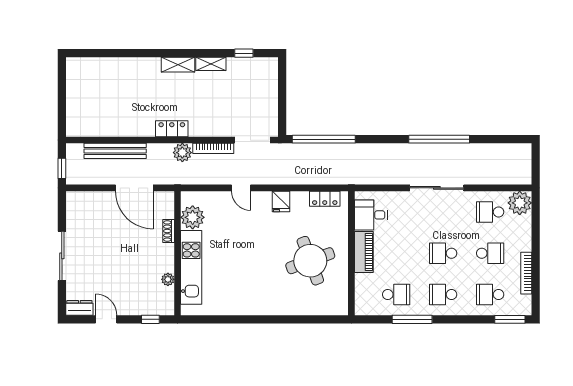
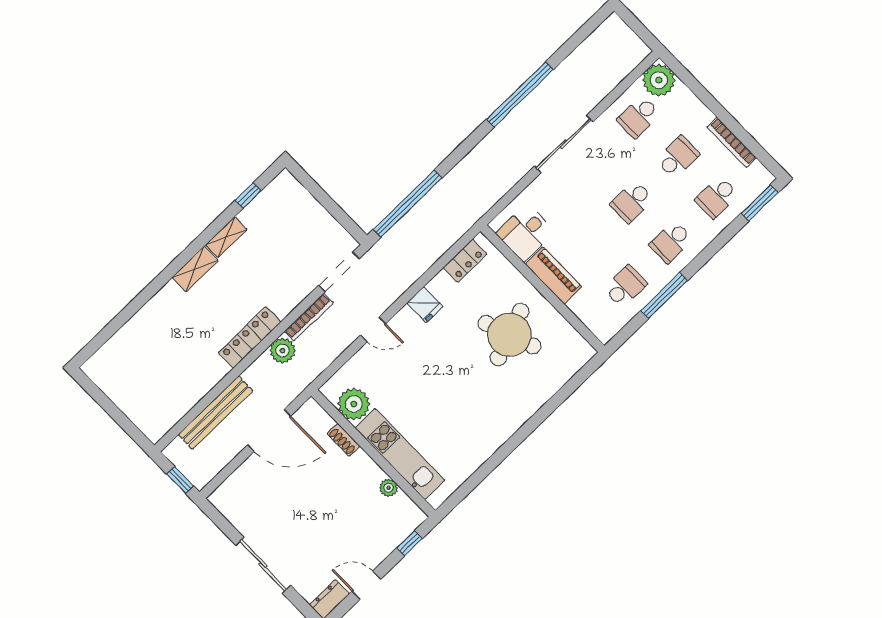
locker: (172, 129) -> (250, 337), width x1.53

